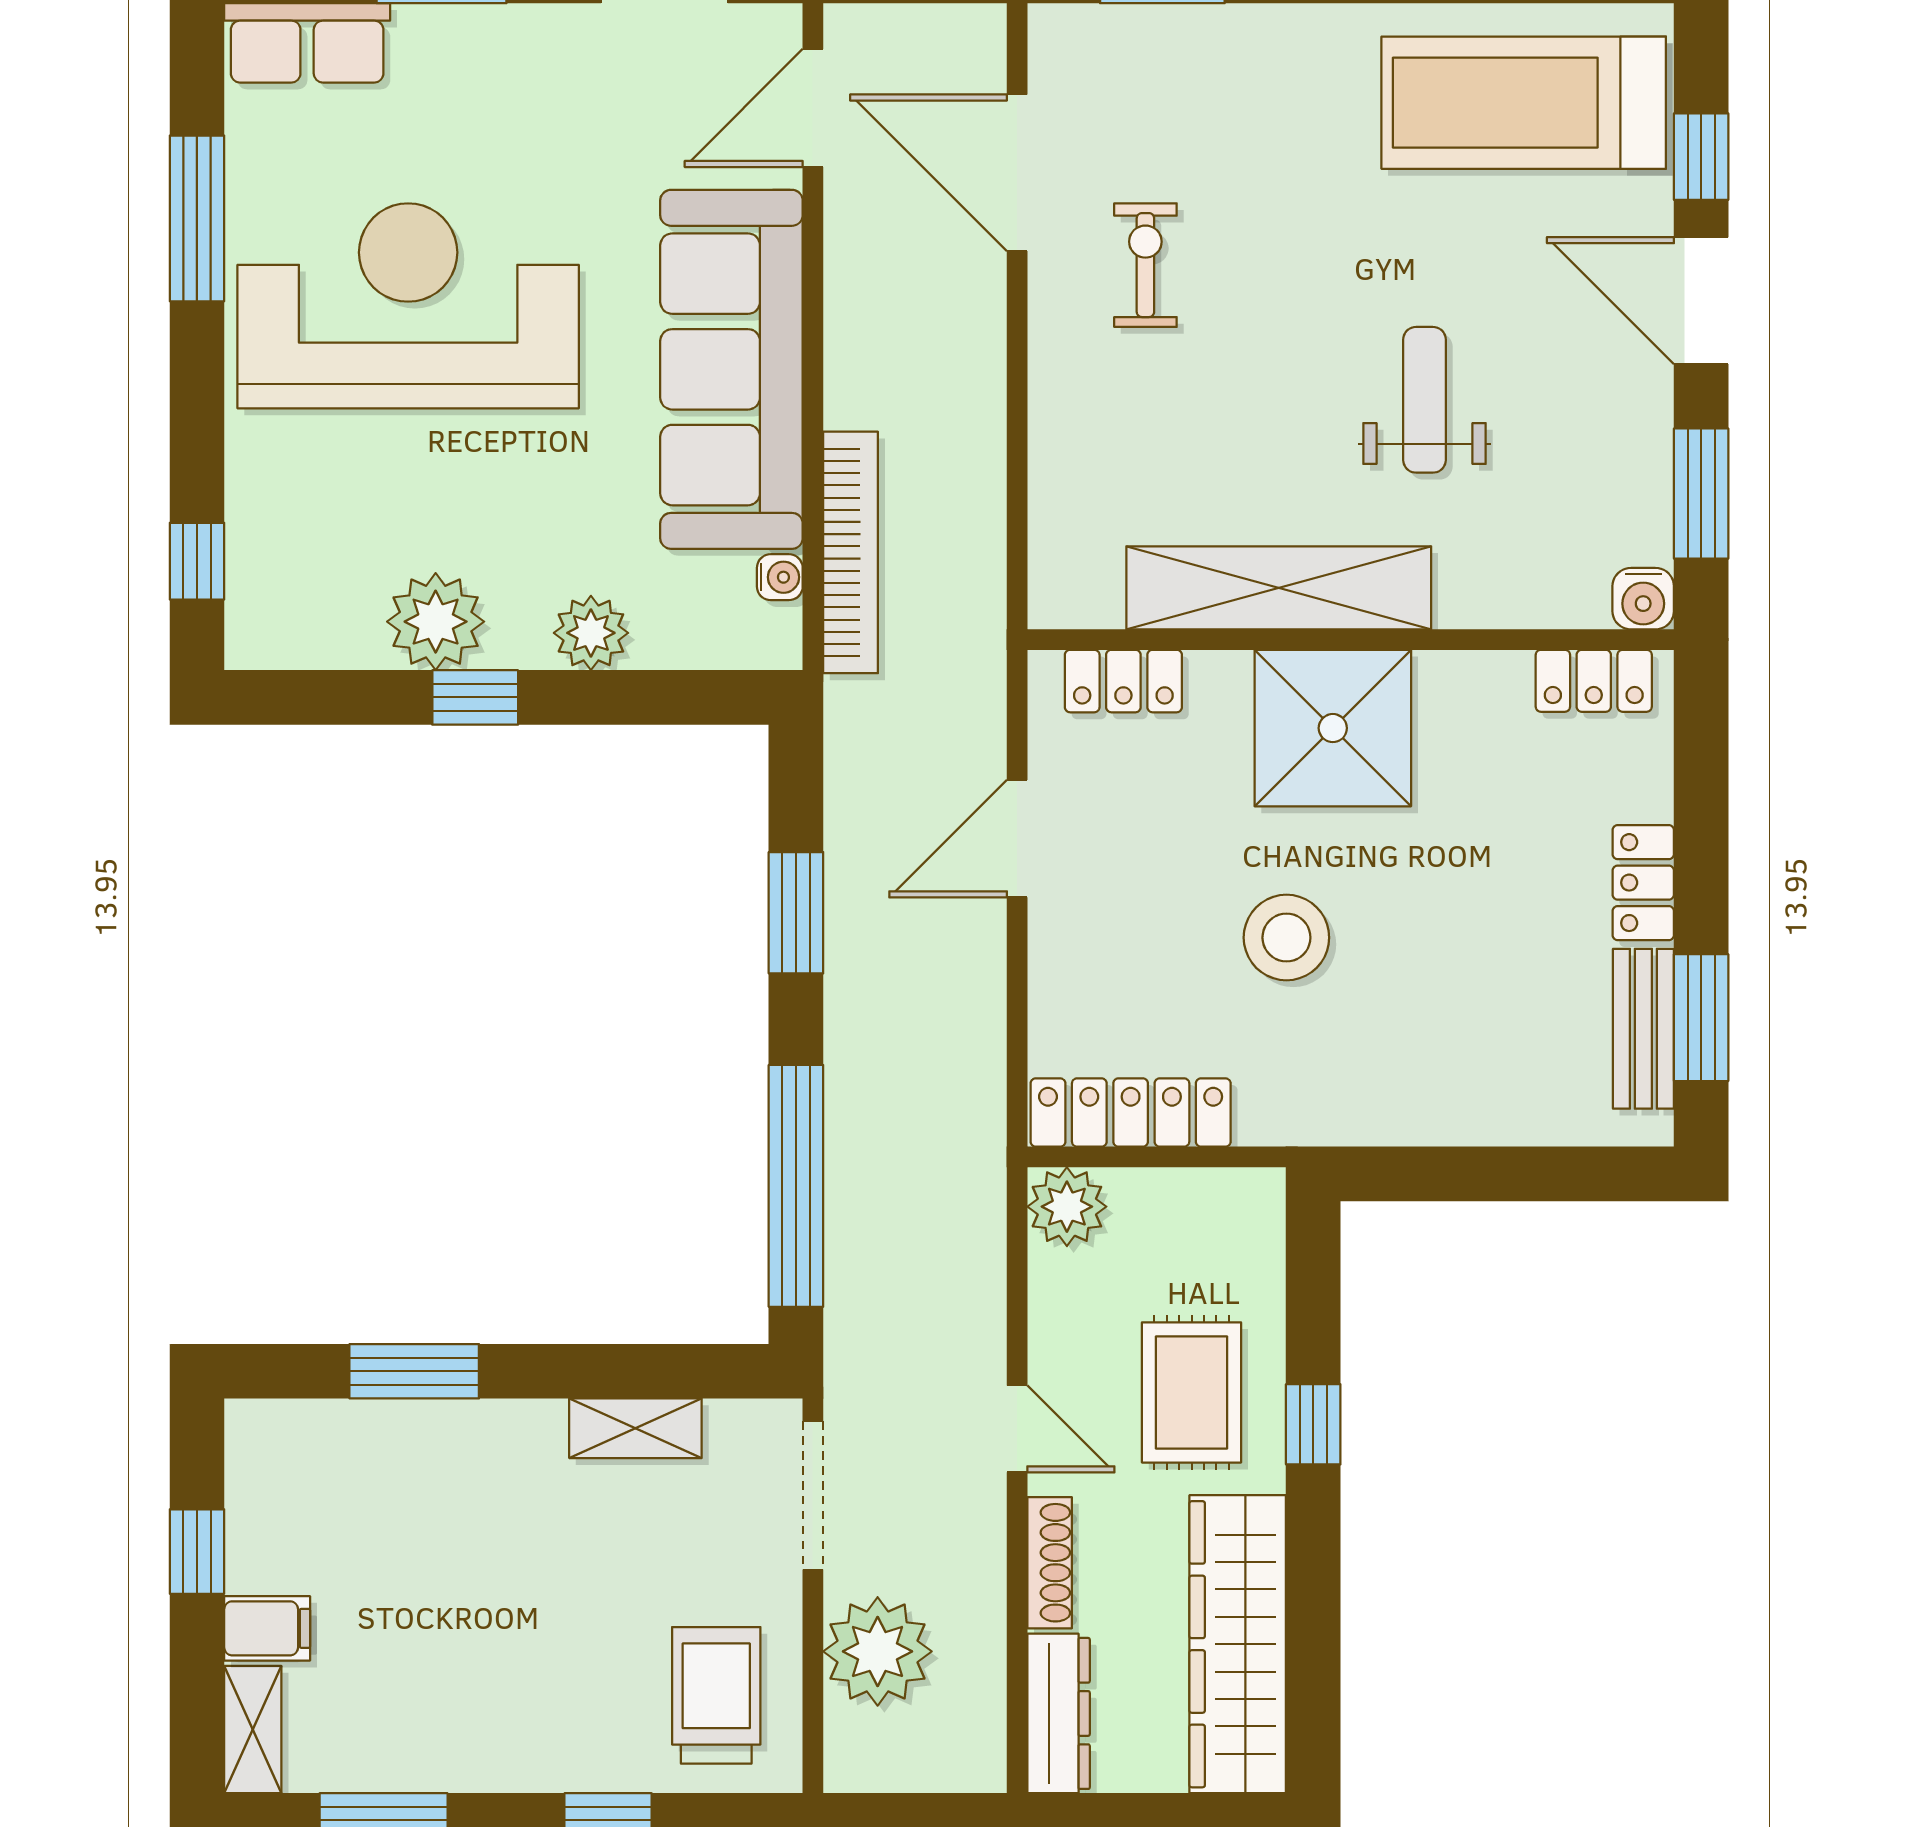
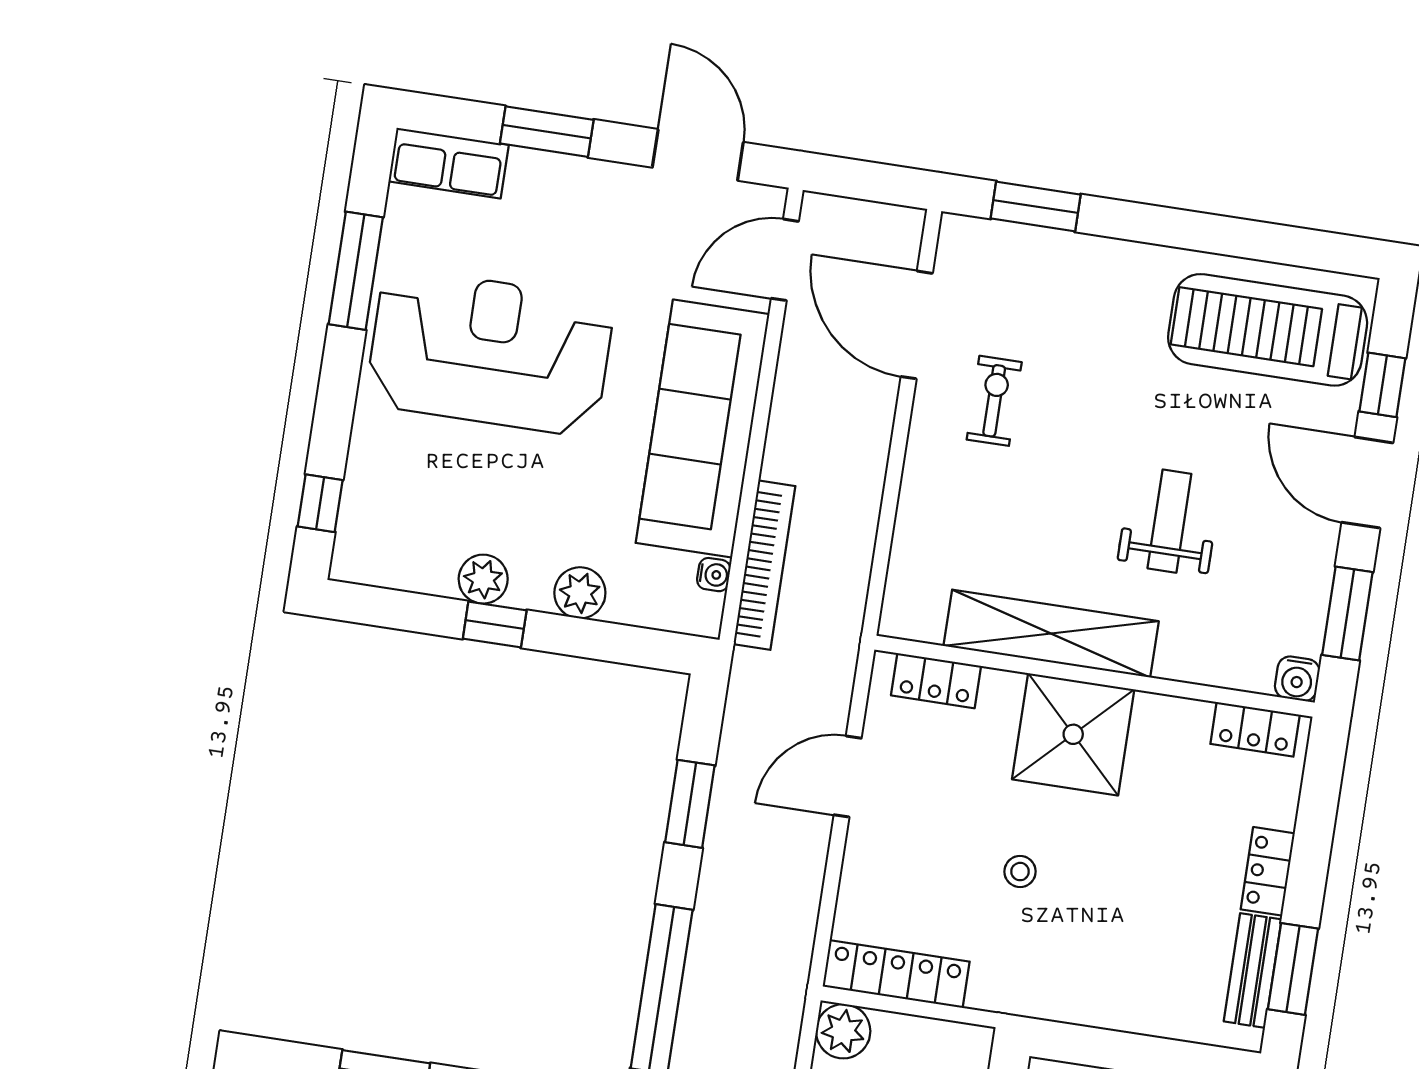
plant: (436, 622) -> (483, 579), width x0.73, depth x0.73
stool: (1286, 938) -> (1020, 872), width x0.53, depth x0.53

